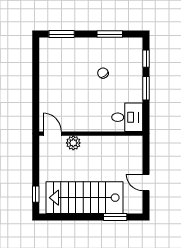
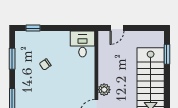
window: (146, 88) -> (58, 28), removed
door: (146, 183) -> (117, 28), moved

